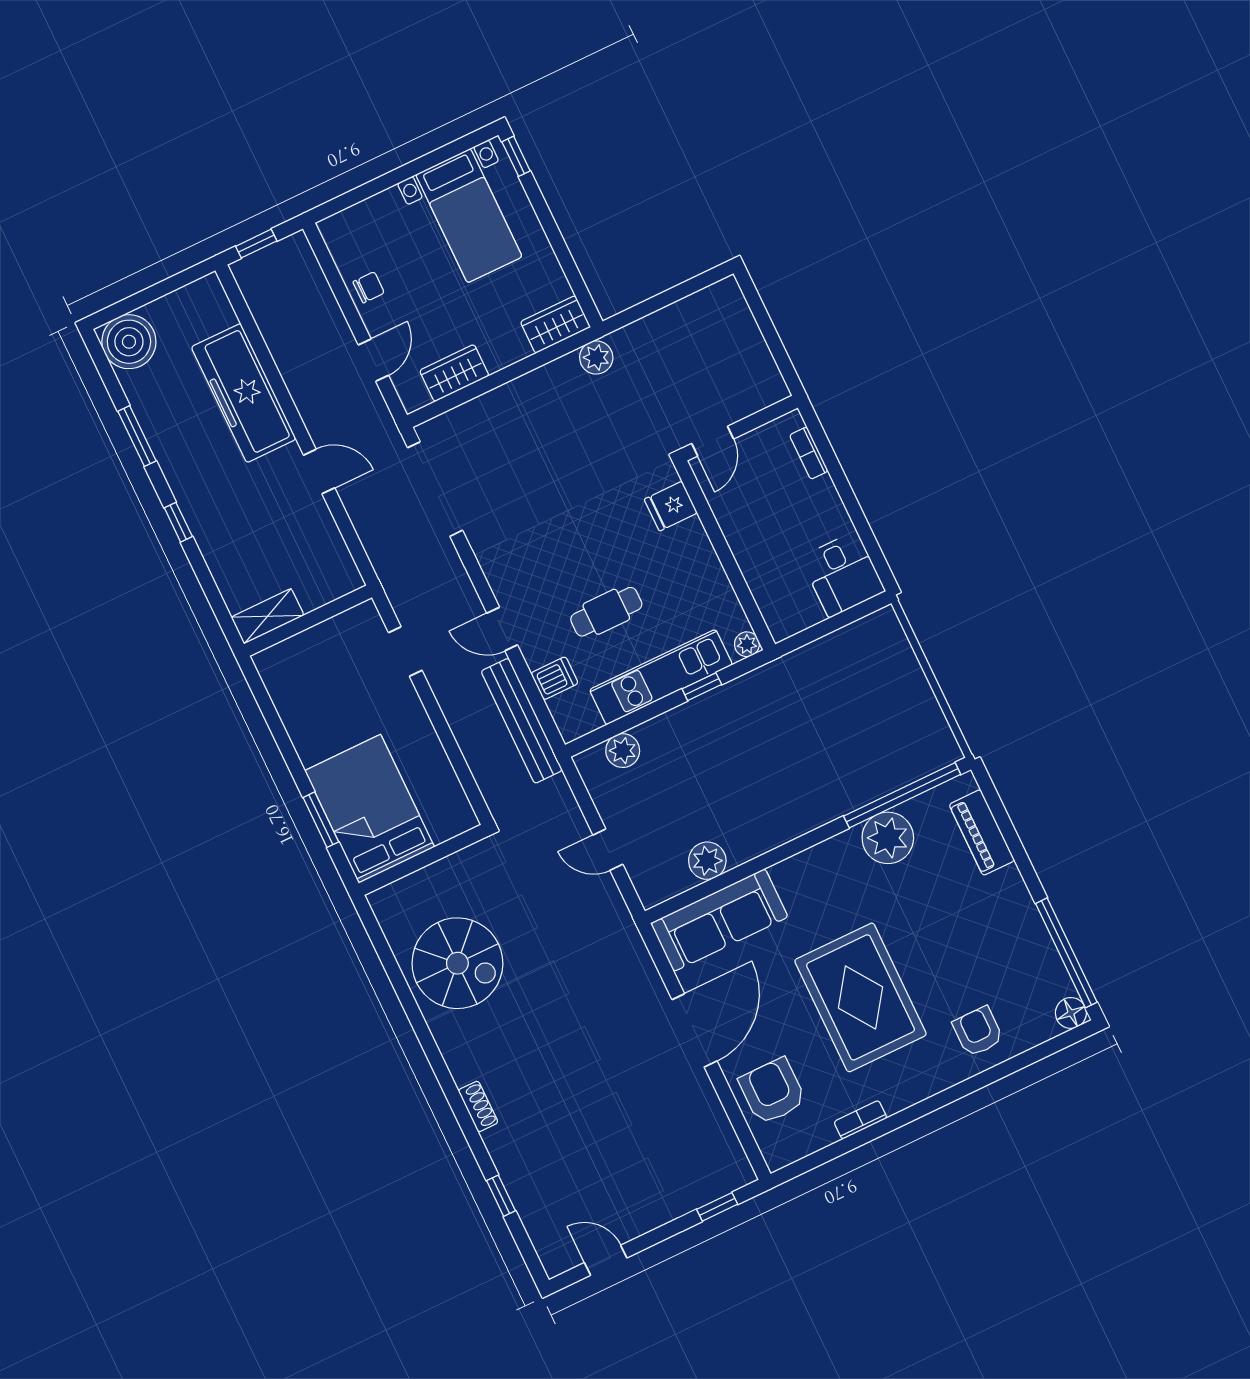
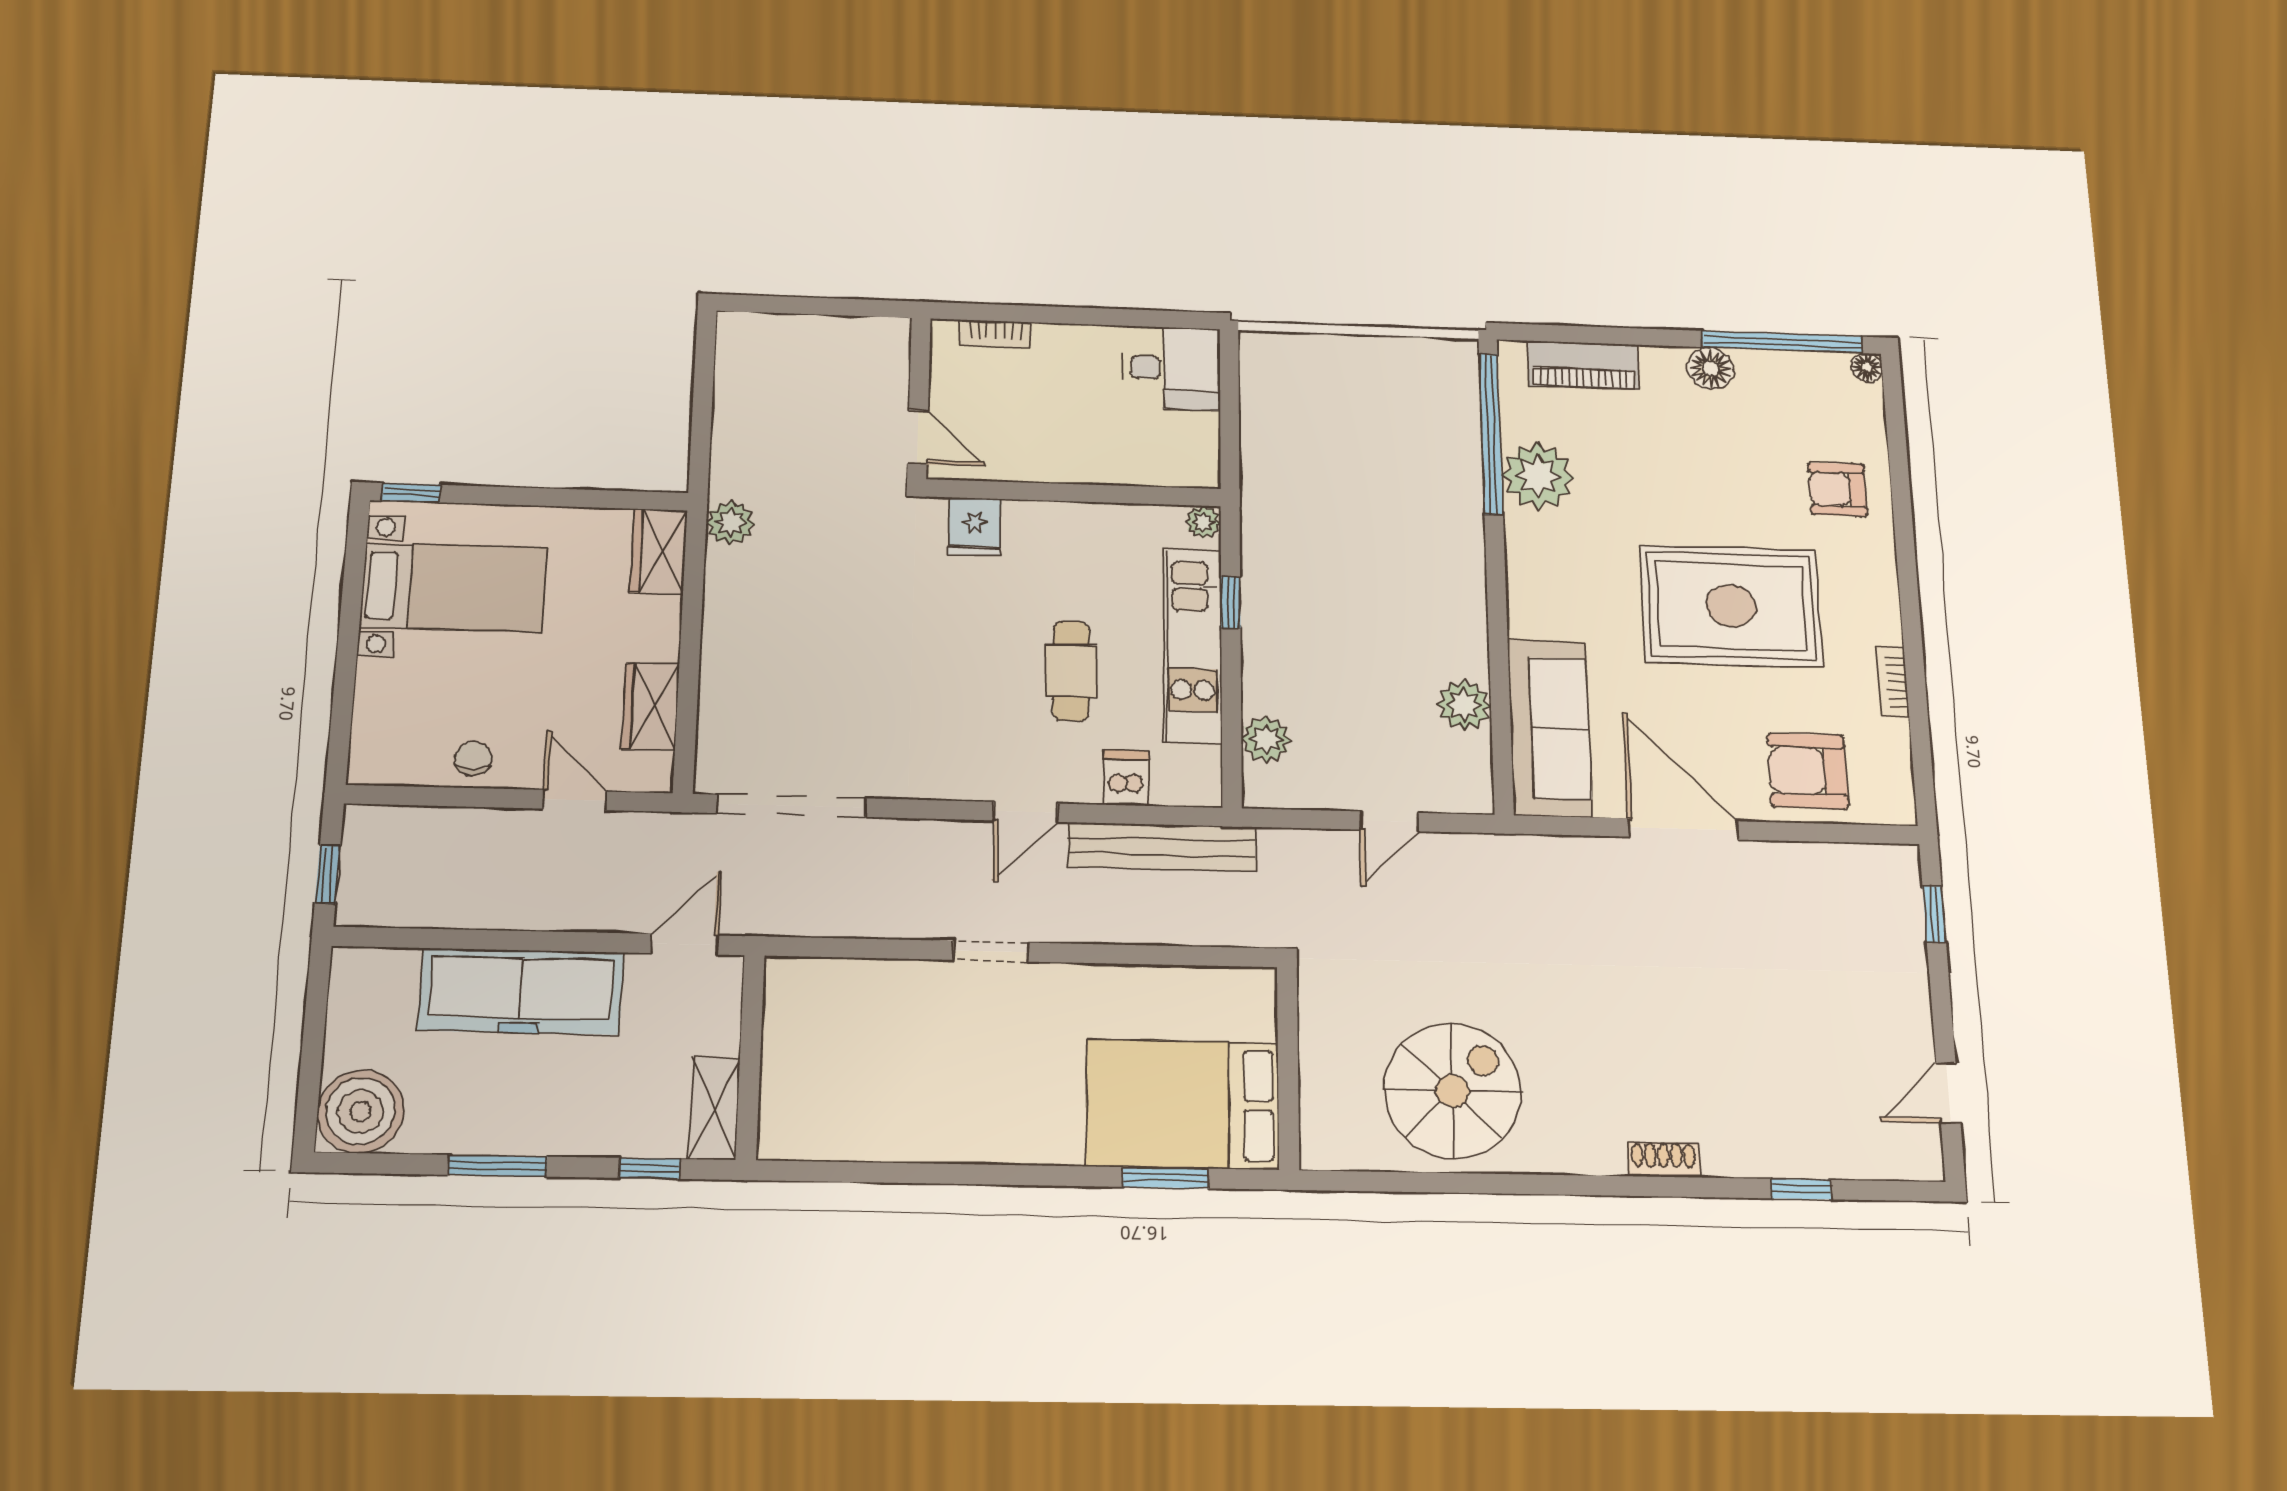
shelving: (268, 616) -> (714, 1108), moved
wall: (308, 621) -> (750, 1057), moved
floor lamp: (1023, 915) -> (1710, 368), added
floor lamp: (1071, 1013) -> (1867, 367), width x0.73, depth x0.73

